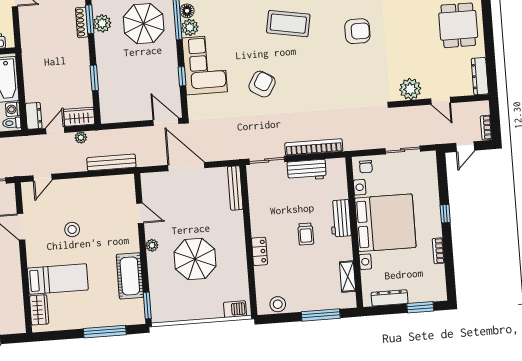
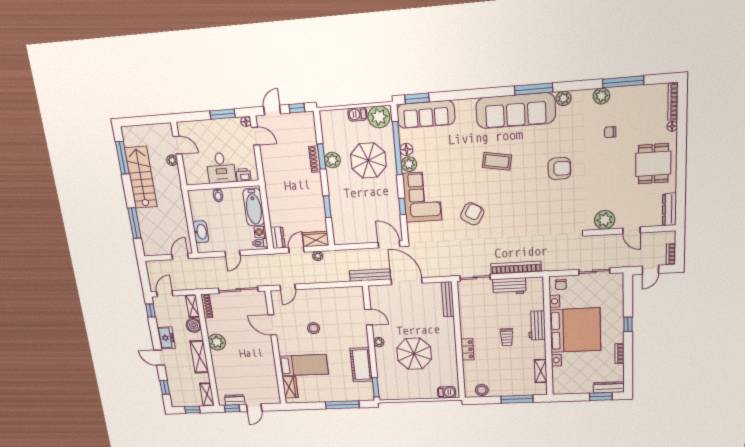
coffee table: (288, 24) -> (497, 161), width x0.73, depth x0.76
bench: (111, 162) -> (370, 275), moved
dresser: (390, 298) -> (609, 387), moved

